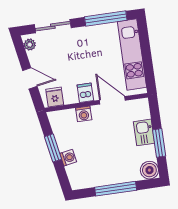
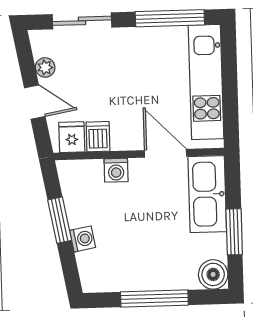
plant: (30, 45) -> (45, 67), moved
dishwasher: (85, 93) -> (98, 137), moved
kitchen sink: (144, 132) -> (207, 194), width x1.87, depth x1.24

